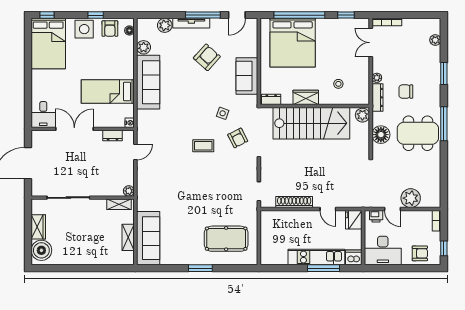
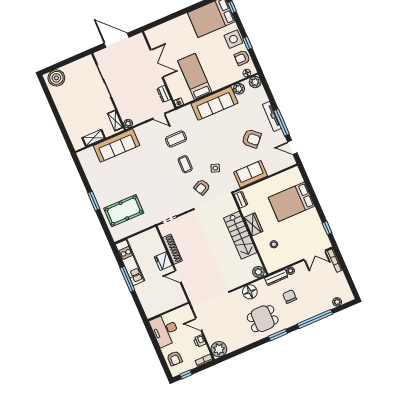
window: (299, 15) -> (312, 194), removed
plant: (165, 25) -> (255, 82), moved
bed: (293, 43) -> (292, 202), width x0.73
double door: (371, 43) -> (315, 255), swing flipped
window: (444, 73) -> (315, 319), width x2.11
desk: (43, 115) -> (157, 36), removed
stairs: (311, 123) -> (240, 235), width x0.73, depth x0.66
window: (444, 124) -> (278, 335), width x0.69
dining table: (418, 133) -> (263, 319), width x0.73
coffee table: (170, 144) -> (176, 139), added
plant: (411, 198) -> (219, 349), moved
door: (328, 209) -> (178, 276), hinge flipped
door: (393, 209) -> (199, 324), hinge flipped
printer: (376, 216) -> (200, 341), moved
fridge: (354, 220) -> (163, 261), moved, turned -90
wardrobe: (38, 227) -> (73, 68), removed
sofa: (148, 238) -> (117, 145), moved
pool table: (226, 239) -> (124, 211), turned 90
kitchen unit: (316, 257) -> (130, 262), moved
dishwasher: (354, 257) -> (151, 311), removed
window: (323, 268) -> (127, 279), moved

